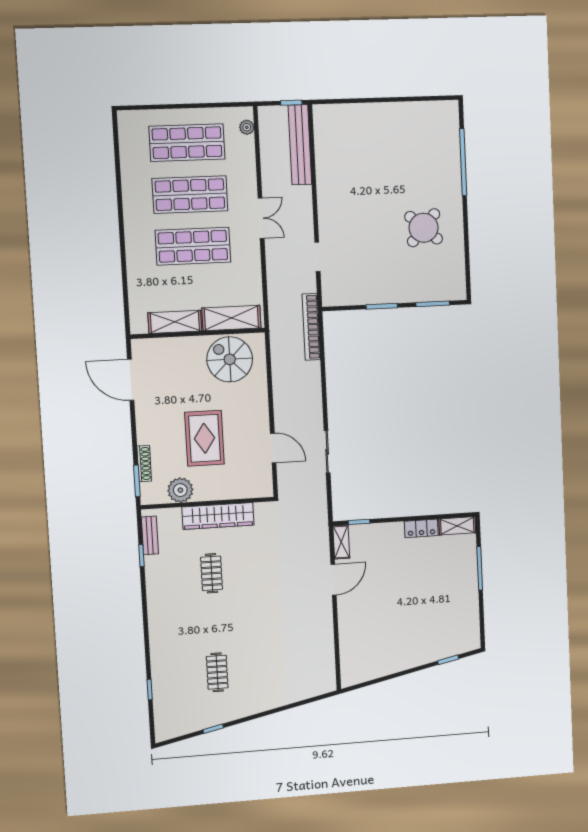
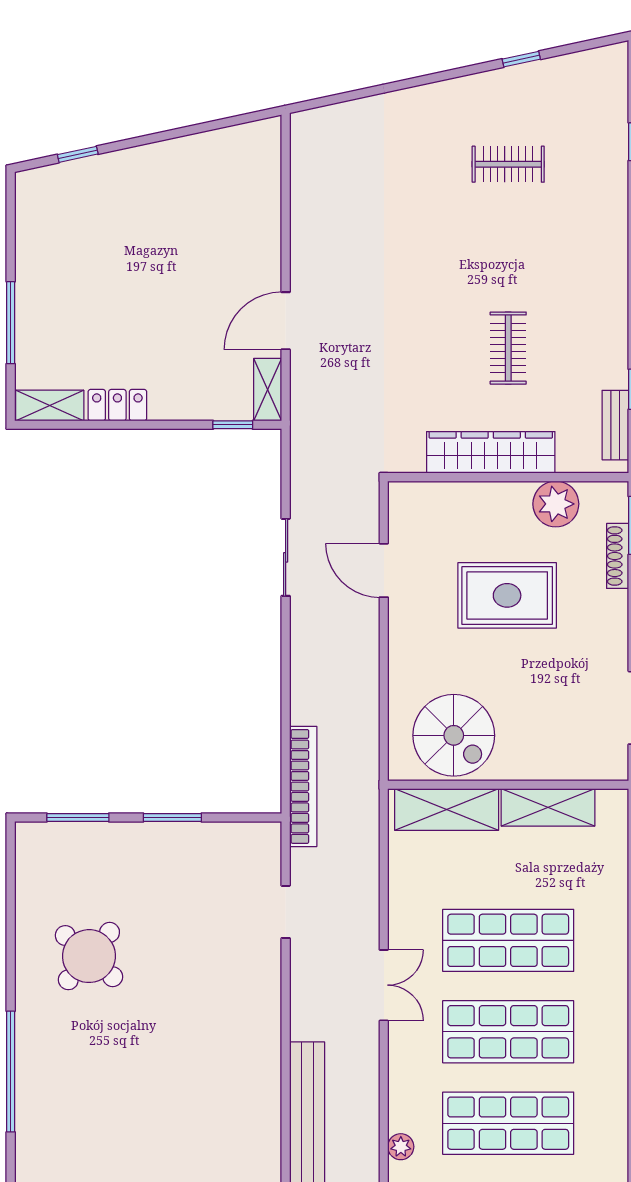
double door: (261, 218) -> (384, 985), swing flipped
rug: (204, 438) -> (507, 595), turned 90
clothes rail: (217, 672) -> (508, 164), turned 90

